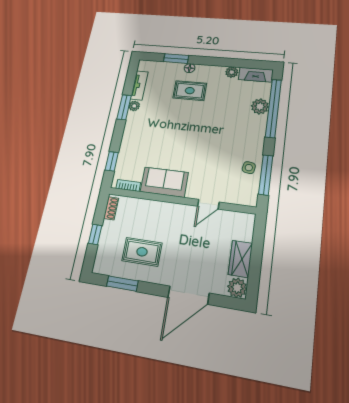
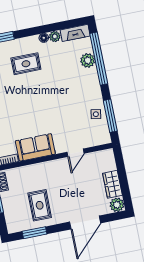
floor lamp: (190, 68) -> (44, 38), moved
rug: (142, 252) -> (40, 205), turned 90

